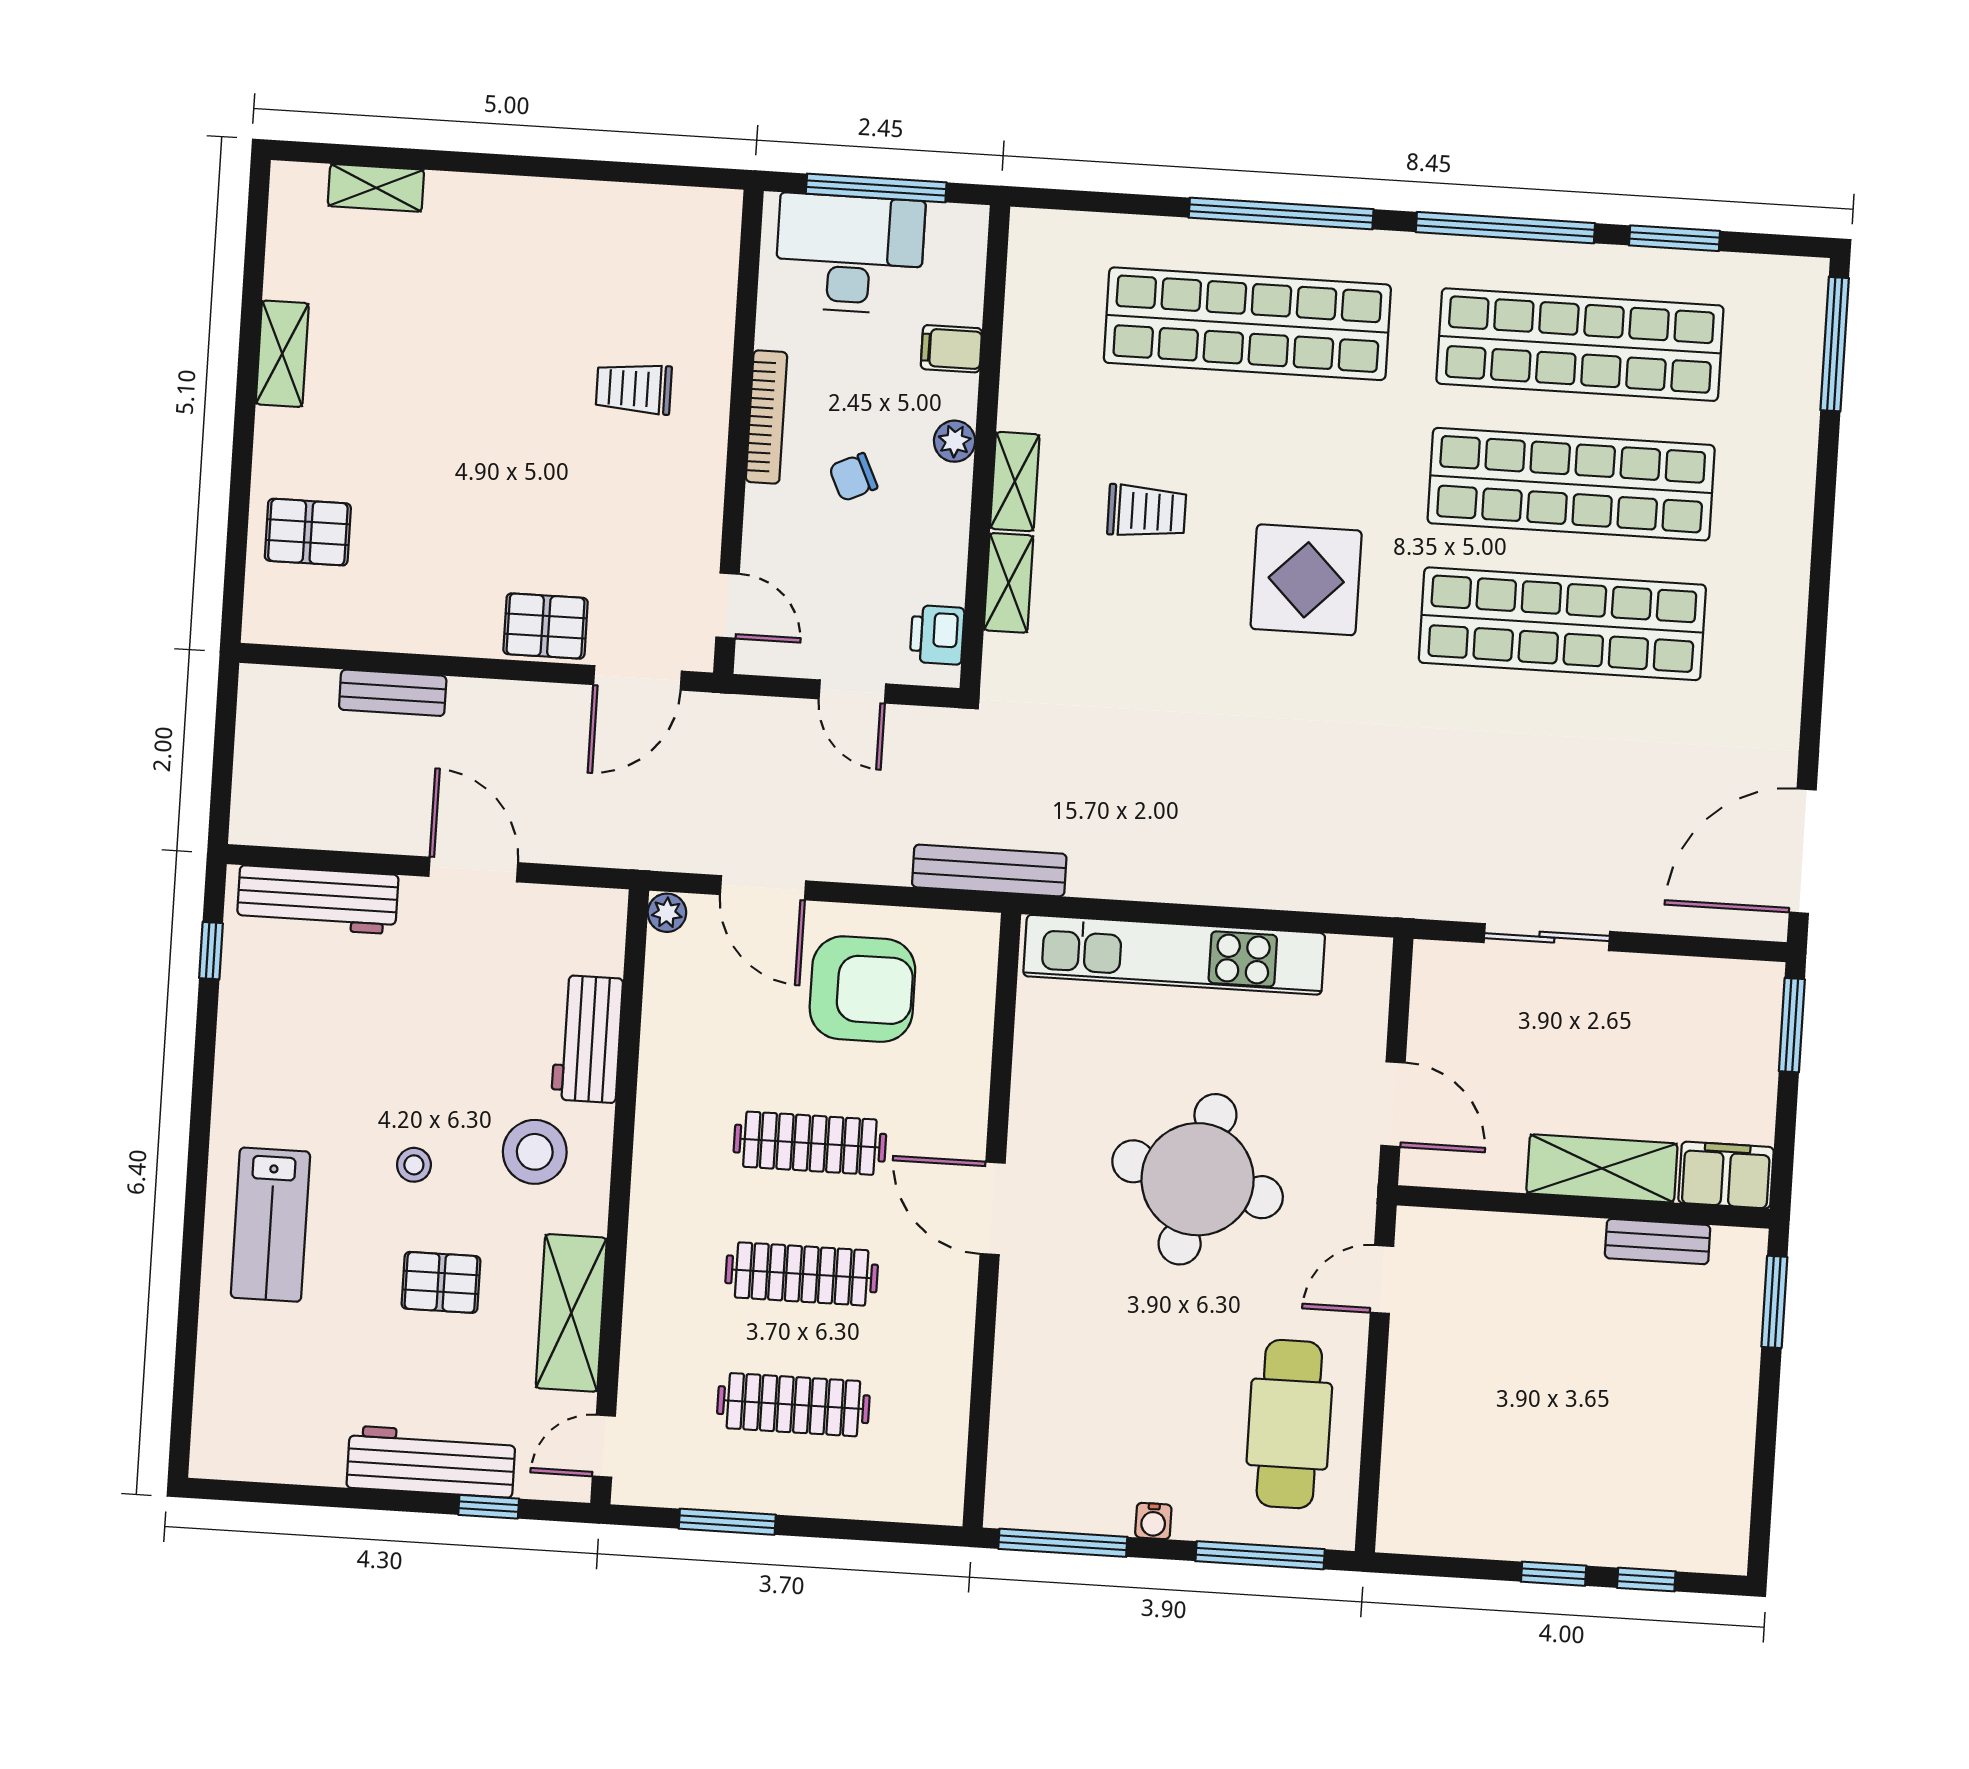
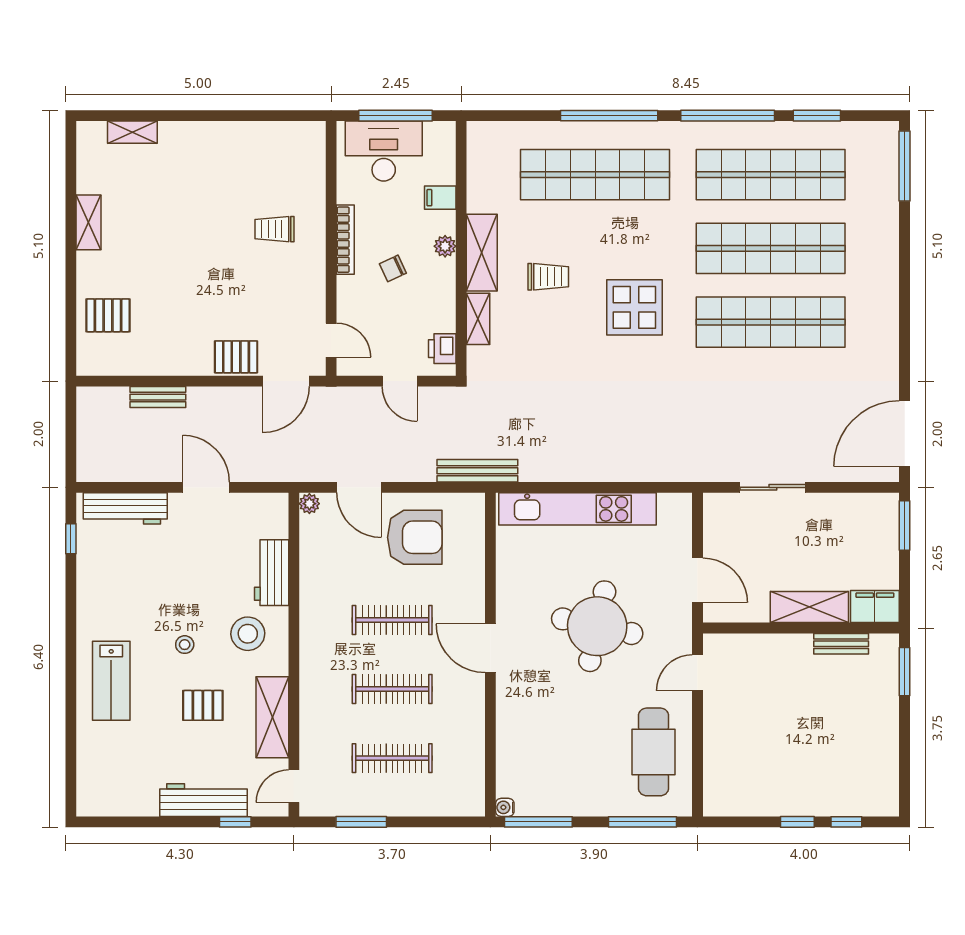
shelving: (1015, 482) -> (482, 253), width x1.50, depth x1.33
water cooler: (1153, 1521) -> (505, 807), moved, turned 90

